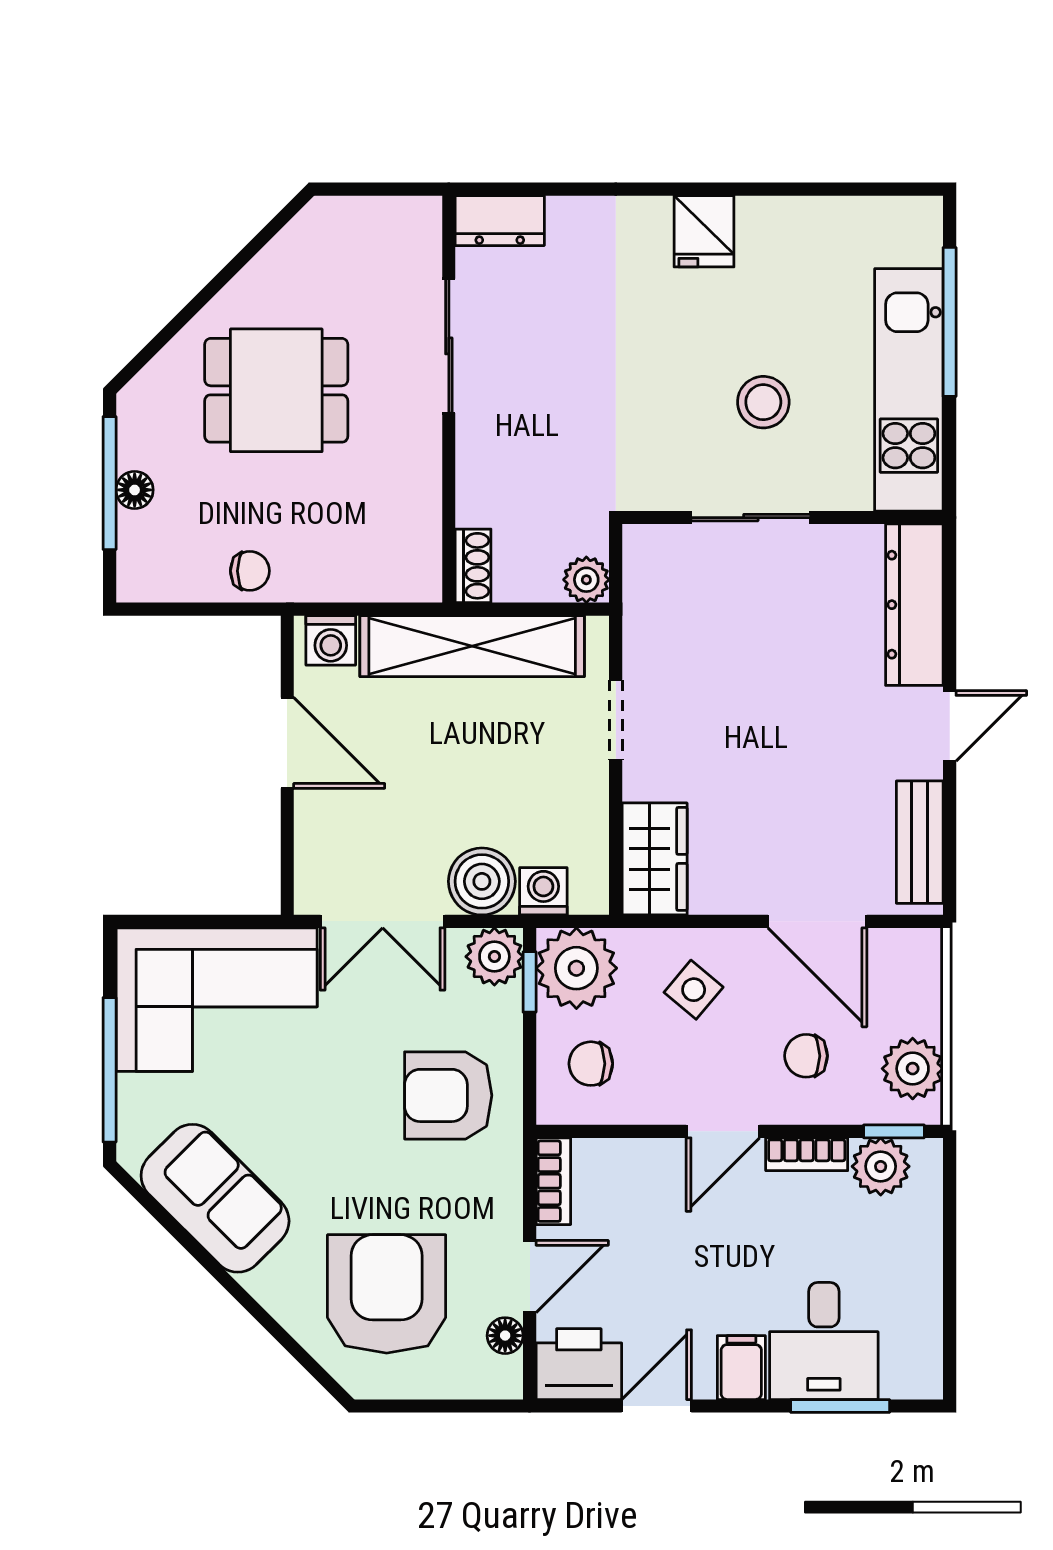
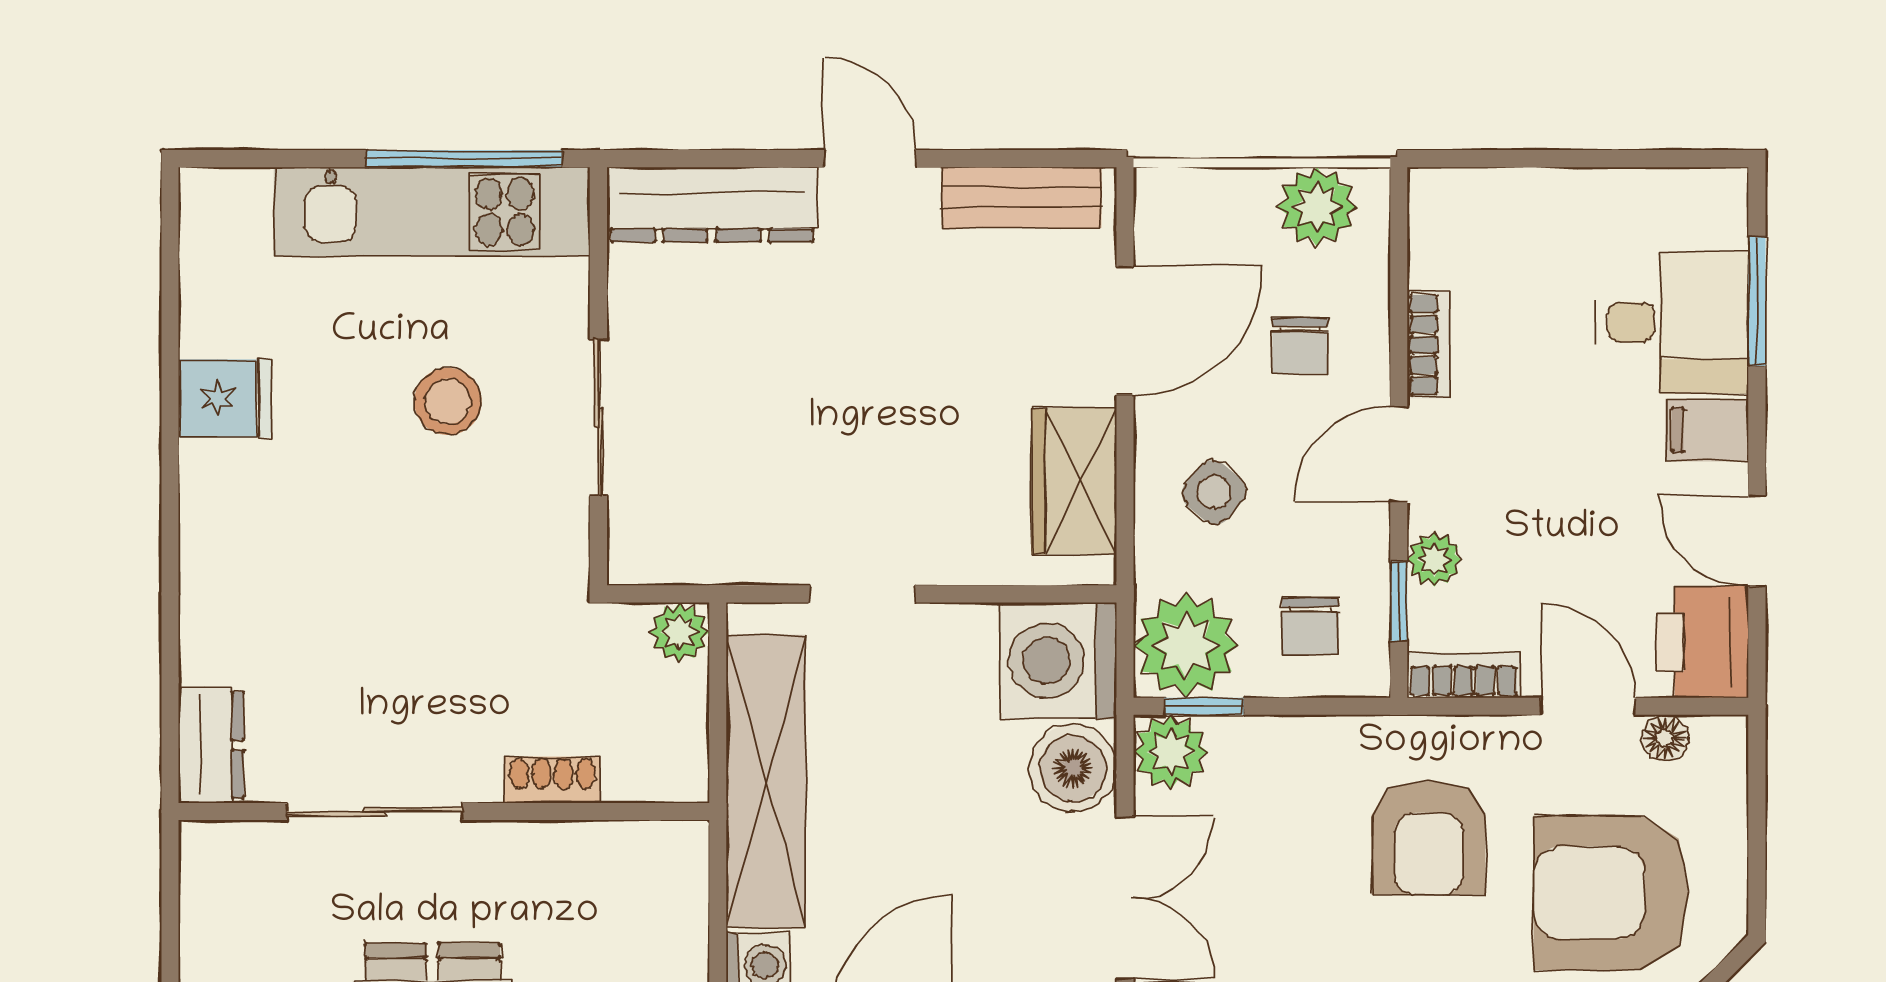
fridge: (704, 231) -> (225, 398), moved
window: (950, 322) -> (464, 159), moved
shoe rack: (473, 566) -> (552, 780), moved
wardrobe: (655, 859) -> (1074, 481), moved, turned -90
washing machine: (543, 891) -> (1058, 661), width x1.89, depth x1.89
armchair: (448, 1095) -> (1429, 838), moved
door: (723, 1131) -> (1399, 454), swing flipped
window: (894, 1131) -> (1399, 601), moved
plant: (881, 1166) -> (1434, 560), moved, width x0.73, depth x0.73

